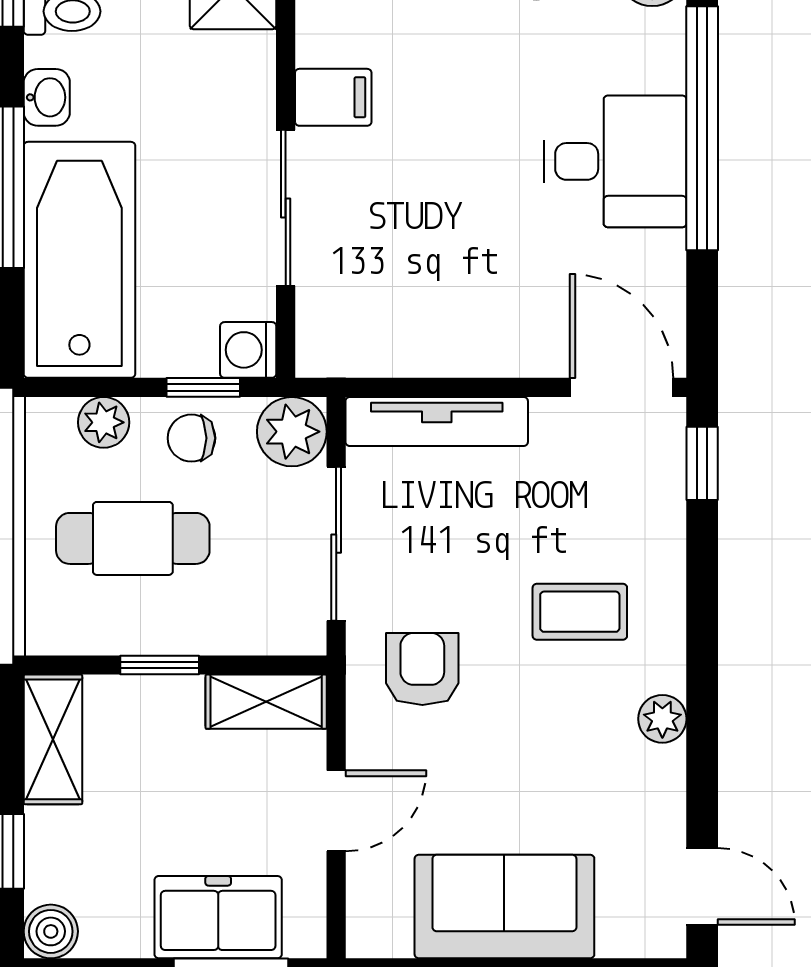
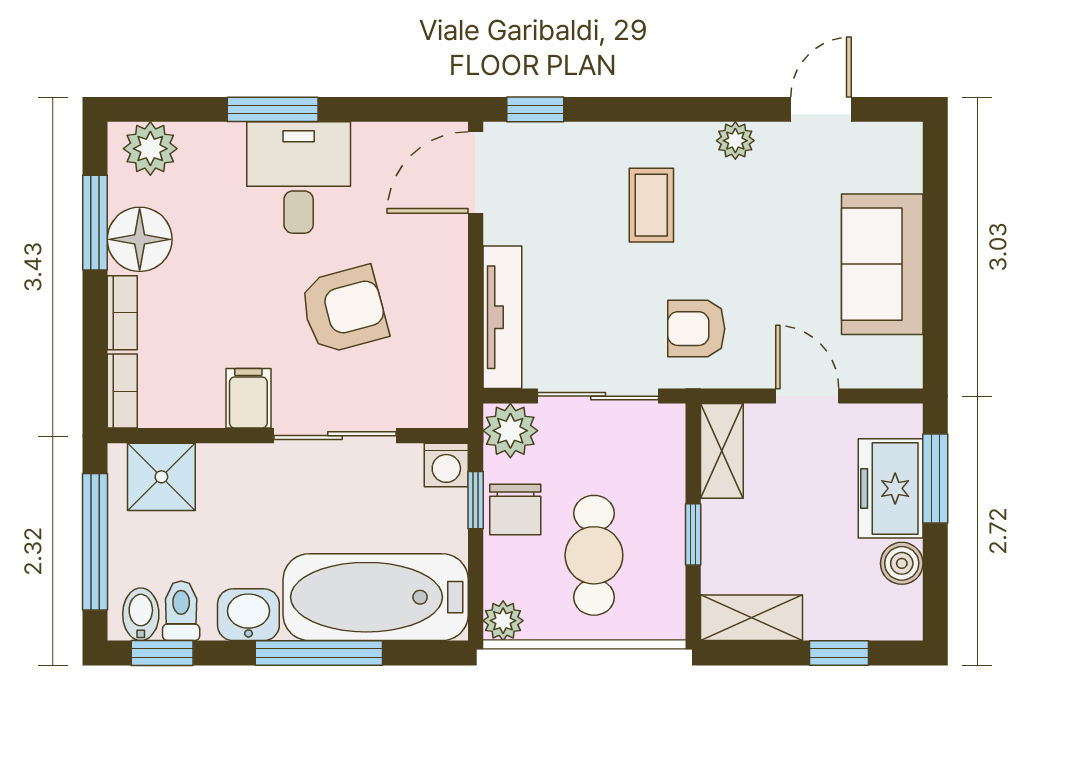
washbasin: (47, 97) -> (248, 615), width x1.38, depth x1.45
window: (702, 128) -> (273, 109), width x0.47
armchair: (446, 219) -> (344, 310), added
plant: (104, 422) -> (503, 621), moved
chair: (191, 438) -> (515, 509), width x1.37, depth x1.37
door: (702, 886) -> (821, 109), moved
boiler: (51, 931) -> (902, 563), moved

